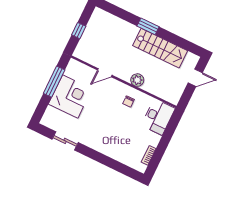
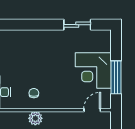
door: (105, 73) -> (92, 110), moved

